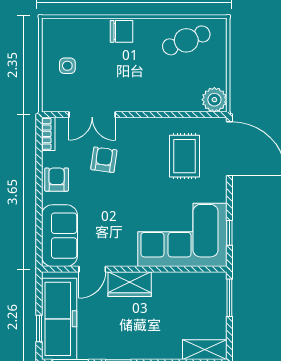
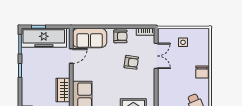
double door: (92, 115) -> (156, 56), swing flipped
door: (92, 269) -> (71, 56), swing flipped
wardrobe: (130, 284) -> (63, 90), moved

